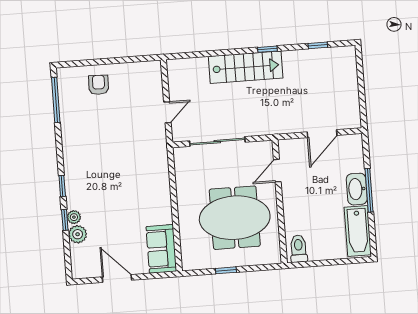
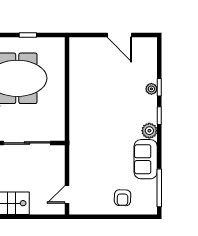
door: (167, 112) -> (67, 194), moved
plant: (78, 234) -> (149, 131), moved
sofa: (161, 249) -> (146, 159), moved, turned 180

